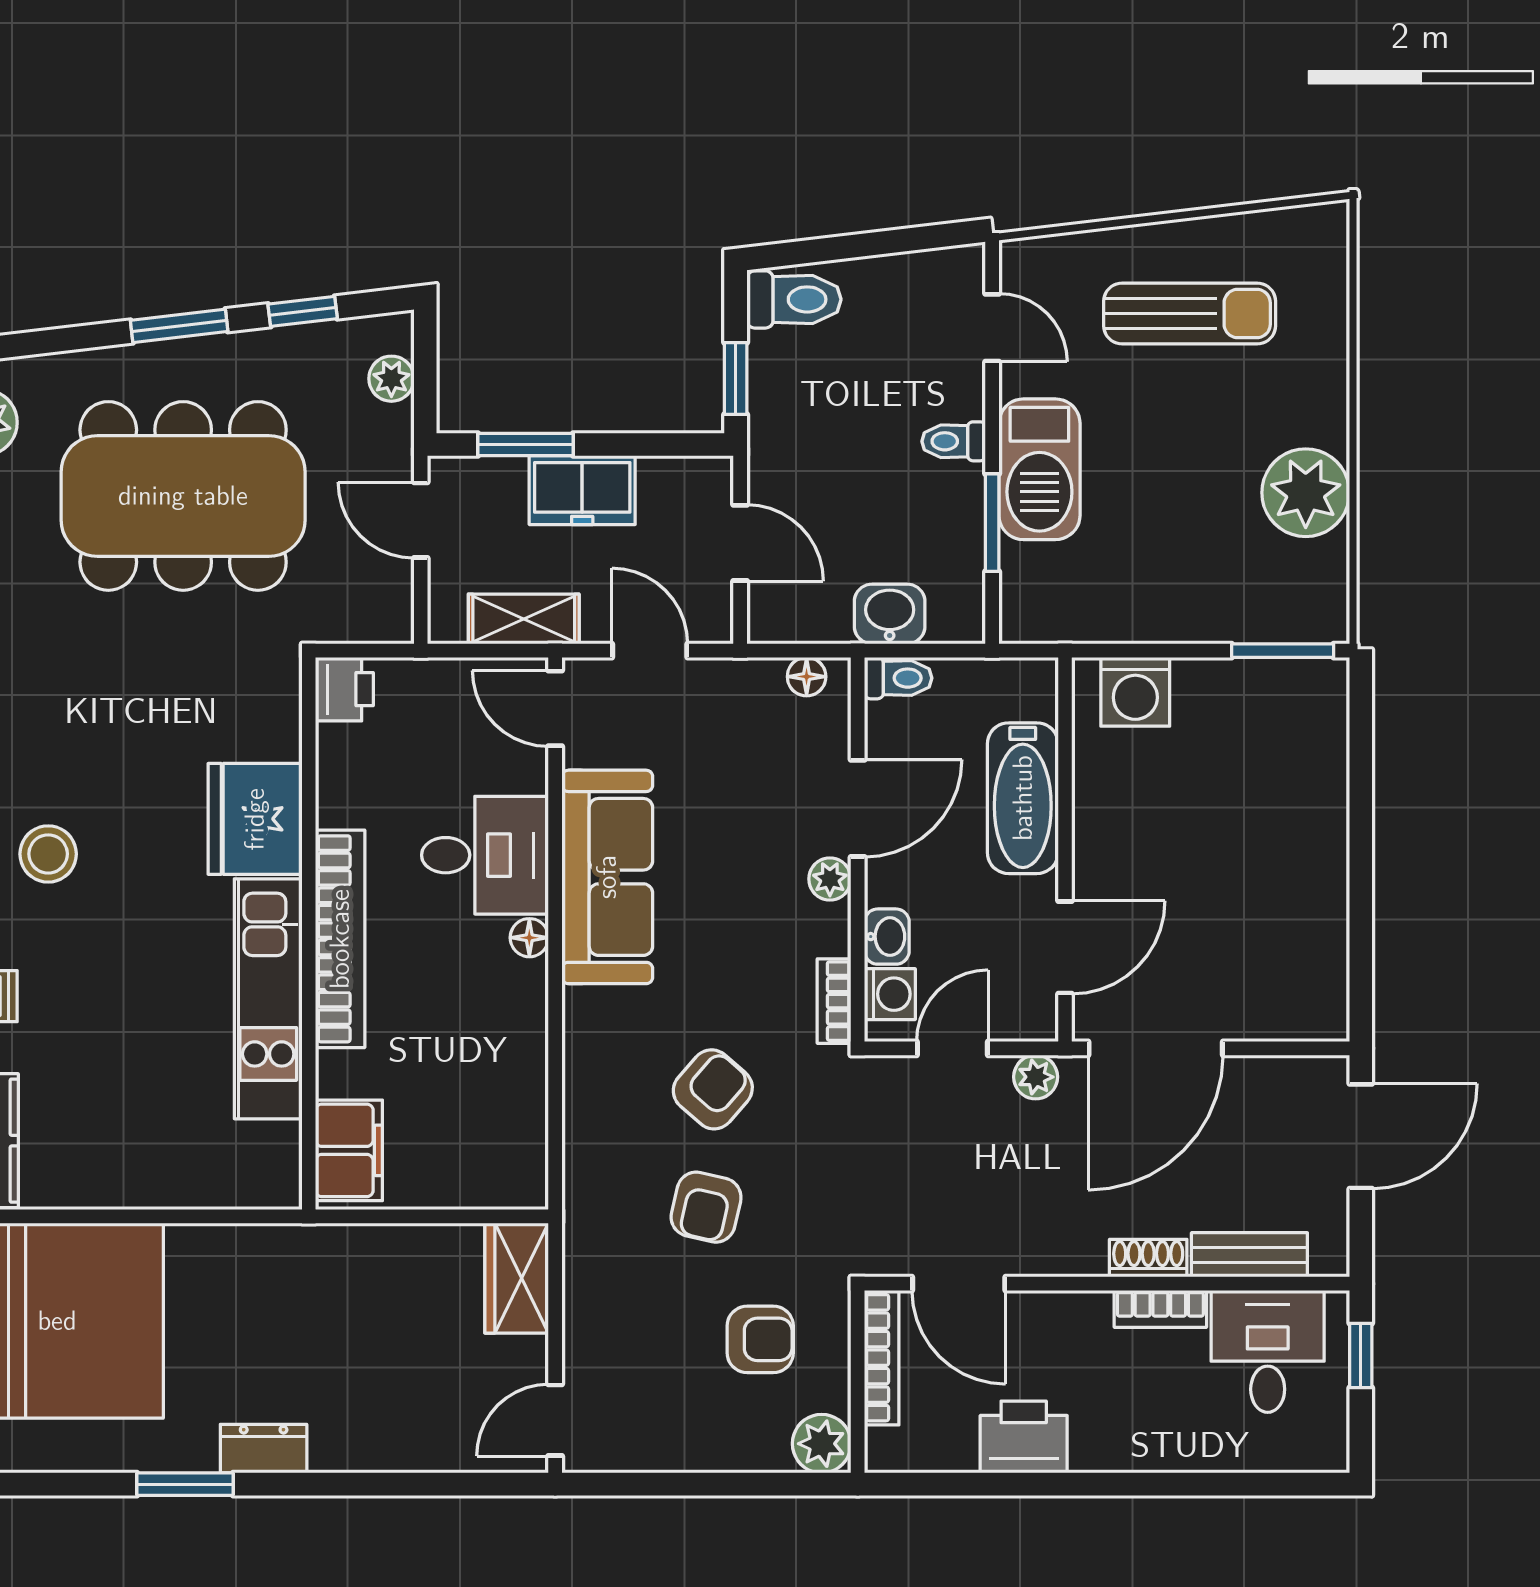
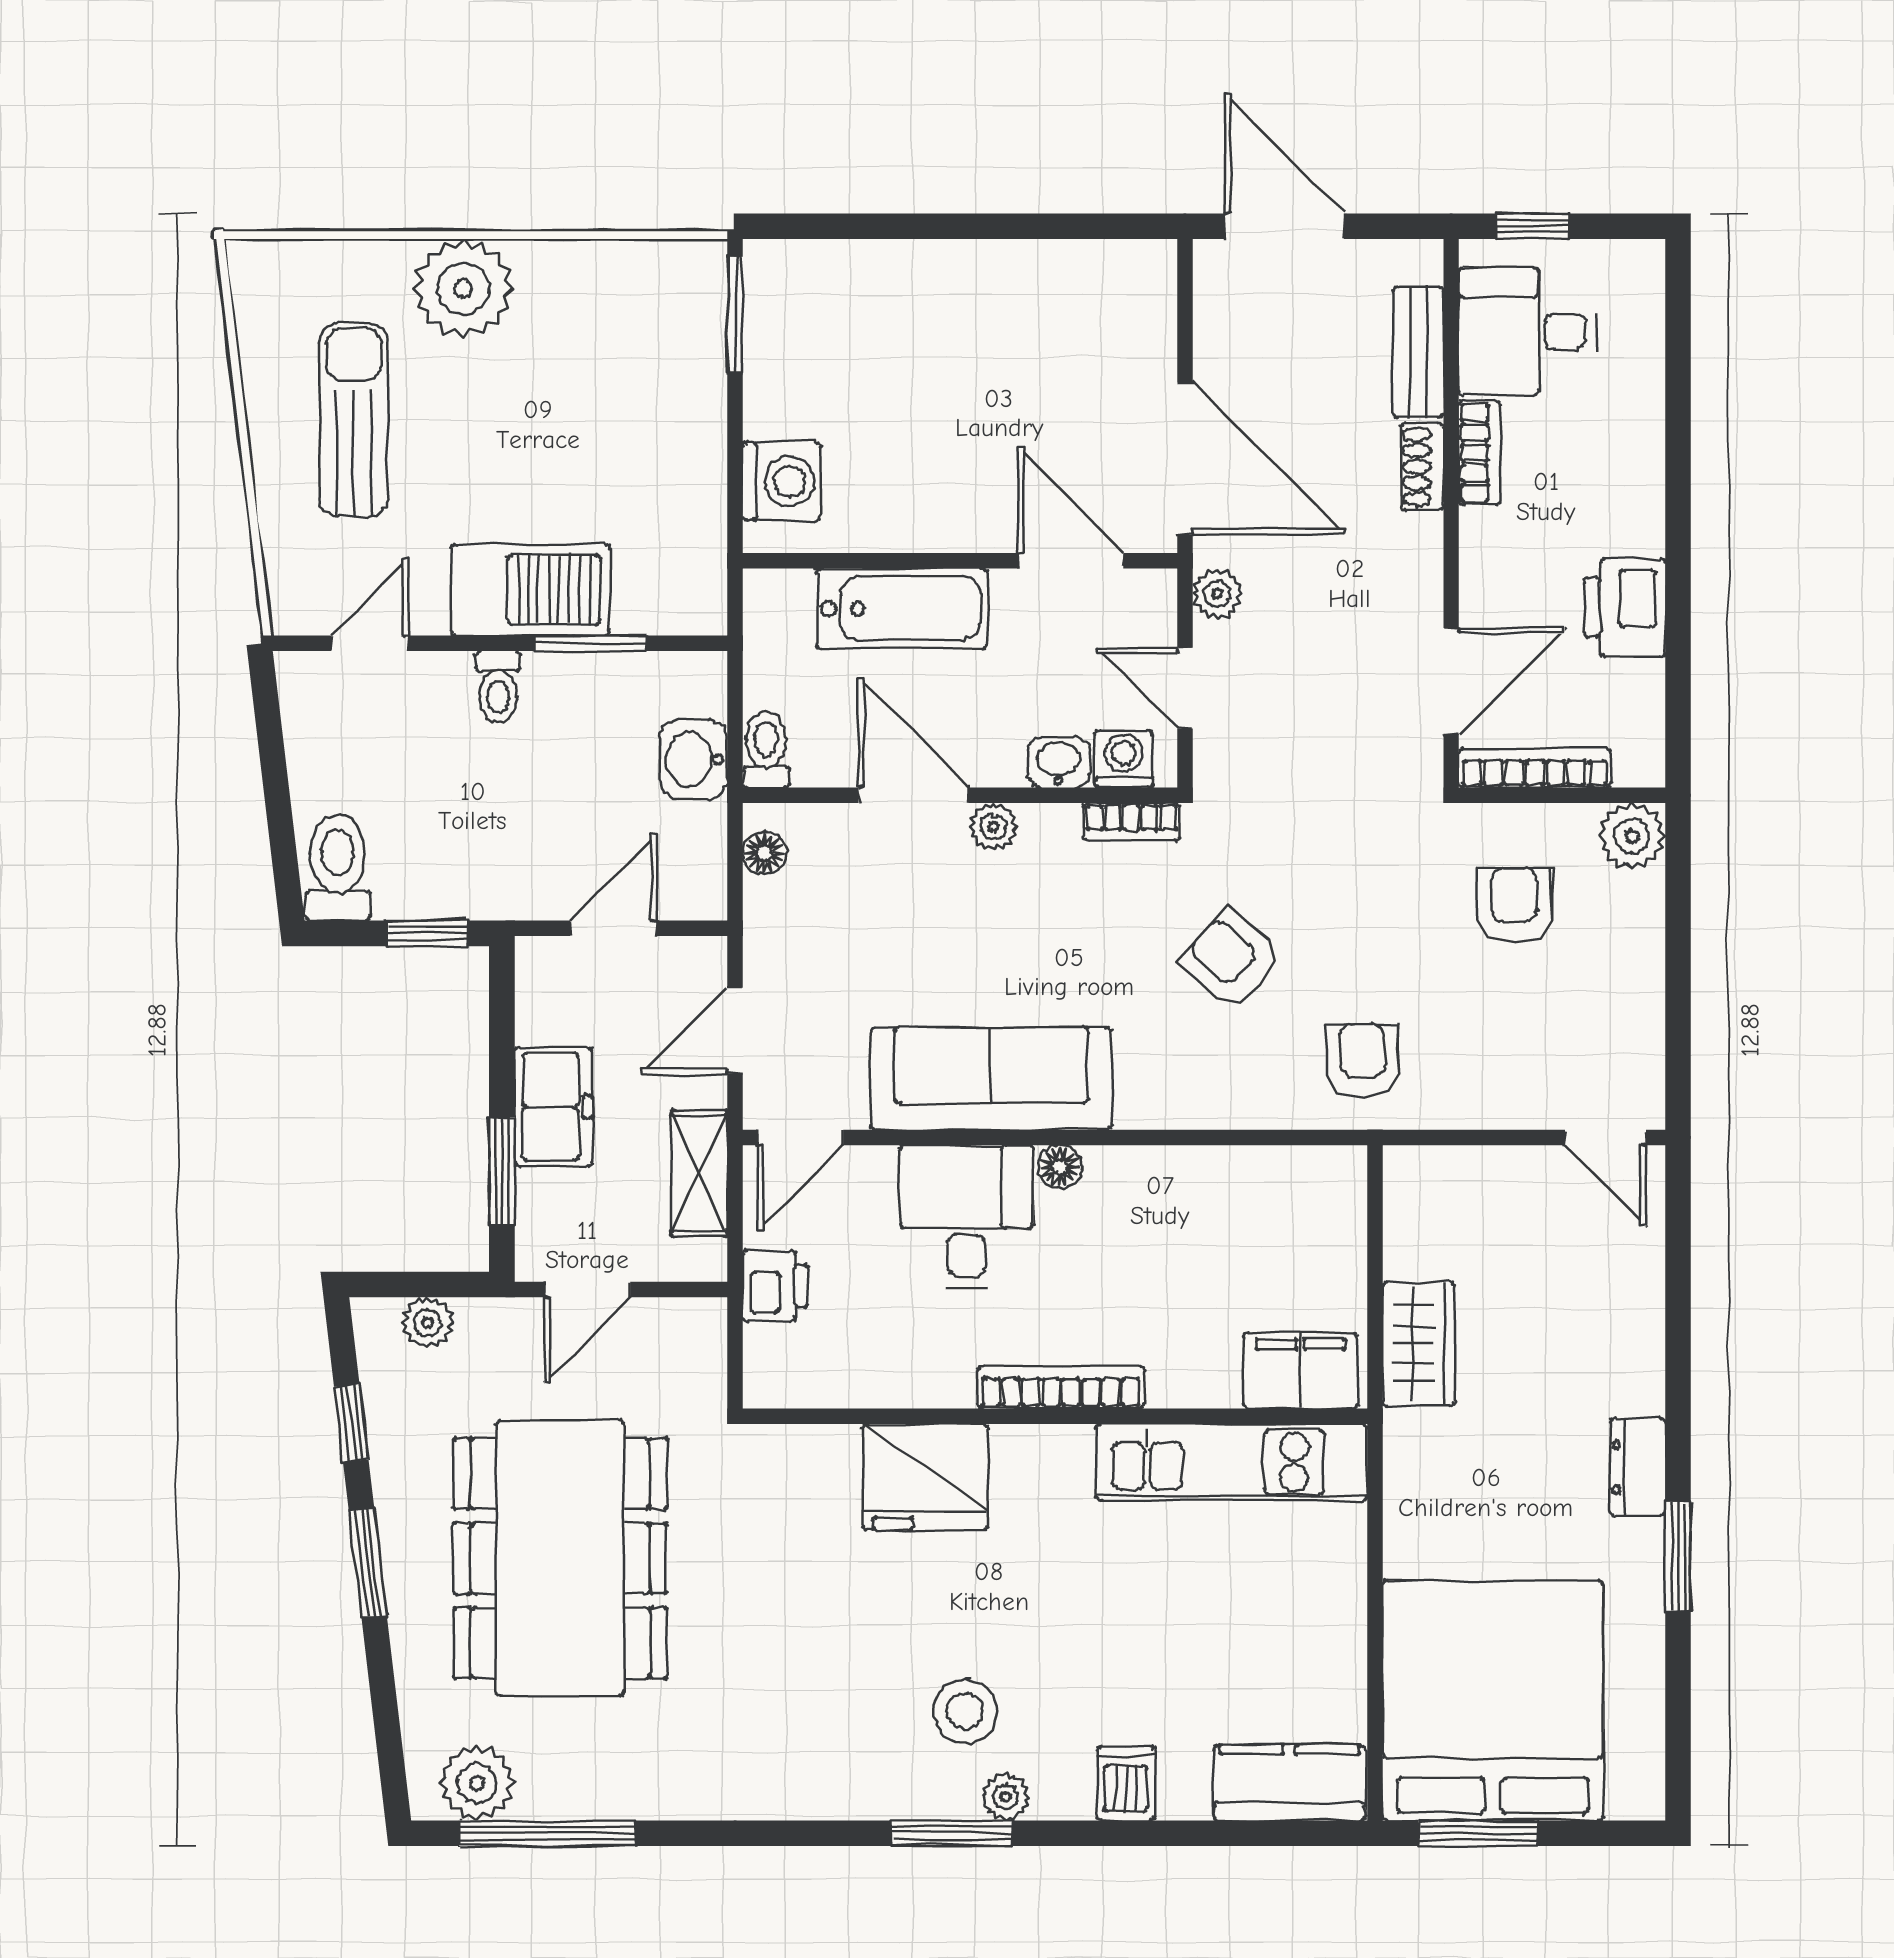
plant: (1306, 493) -> (463, 289), moved
printer: (344, 689) -> (775, 1286), moved, turned 90
bookcase: (340, 939) -> (1061, 1387), width x0.68, depth x0.76
kitchen unit: (268, 999) -> (1232, 1462), moved
armchair: (706, 1207) -> (1363, 1061), moved, turned -104
wardrobe: (517, 1278) -> (1419, 1344), moved, turned -90

